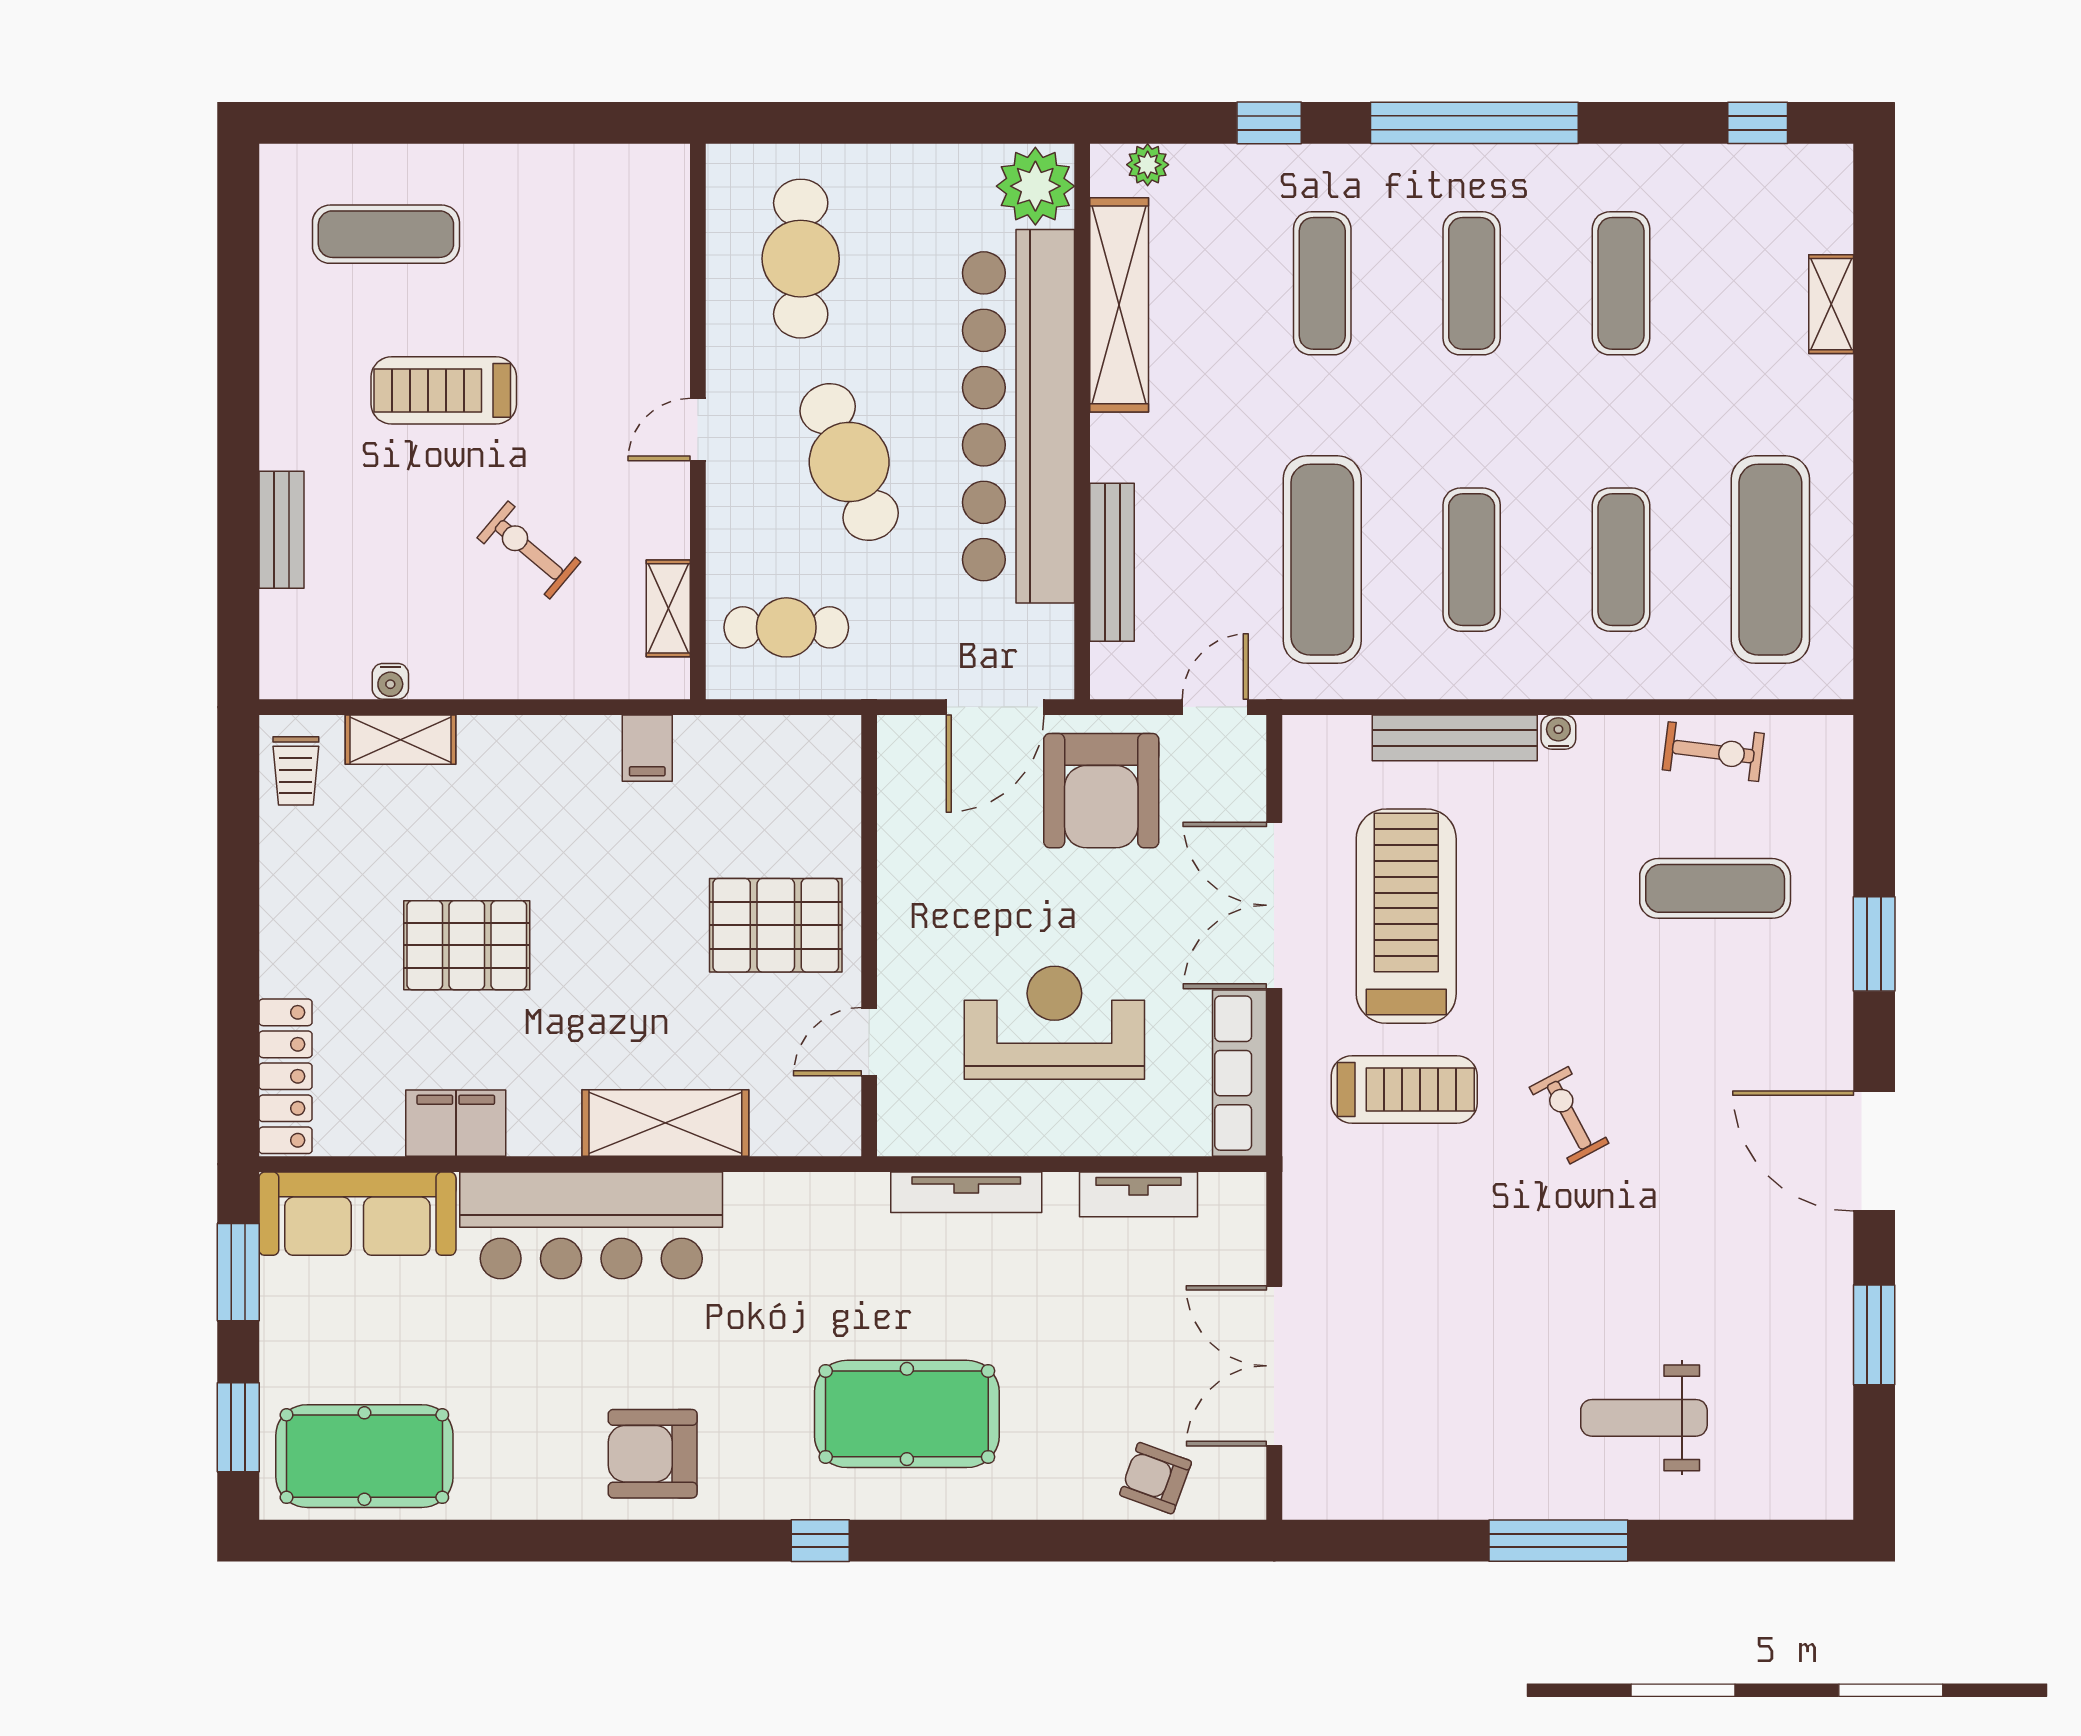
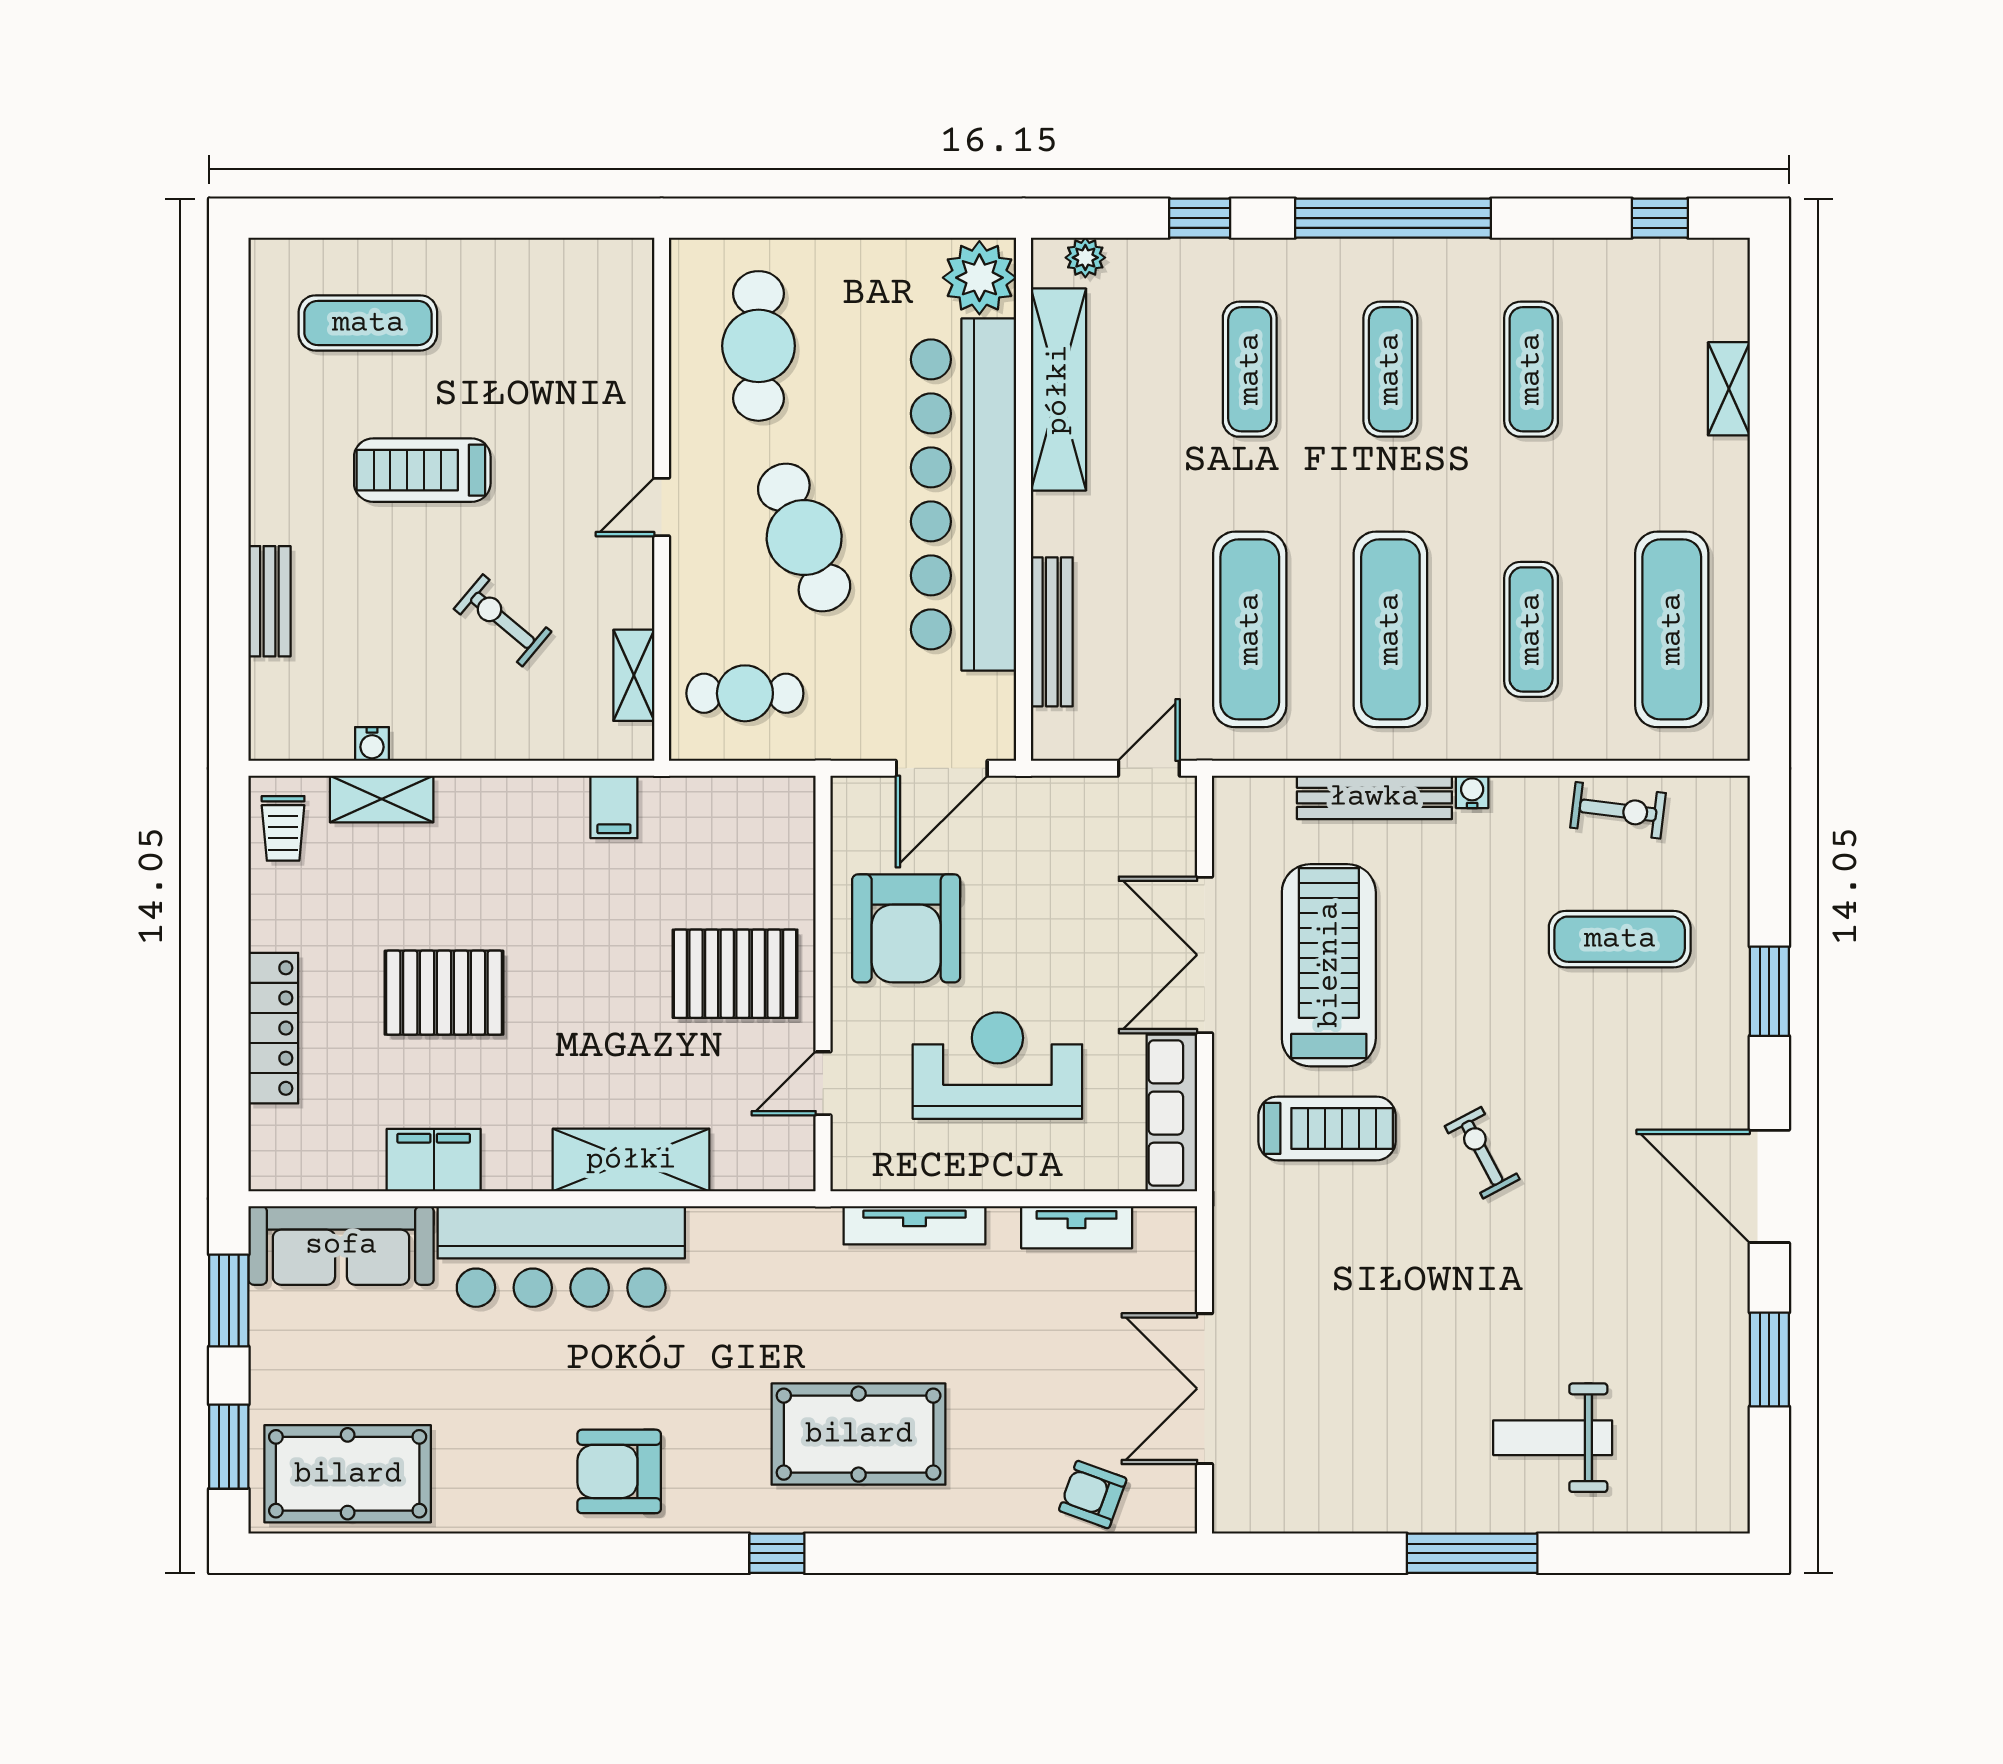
exercise mat: (1472, 560) -> (1390, 629), width x1.36, depth x1.45
armchair: (1101, 791) -> (906, 928), moved
locker: (285, 1076) -> (273, 1028), moved

